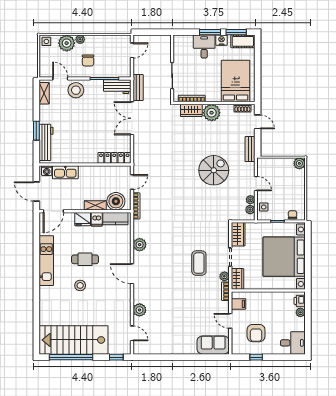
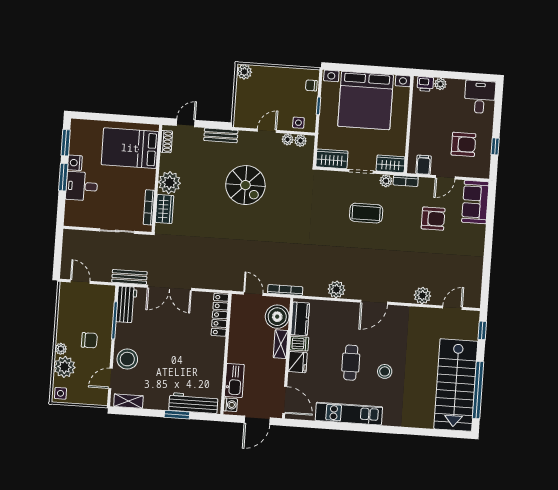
cot: (243, 41) -> (78, 135), removed
spiral stairs: (214, 170) -> (245, 185), turned 180
armchair: (198, 314) -> (433, 219), added

